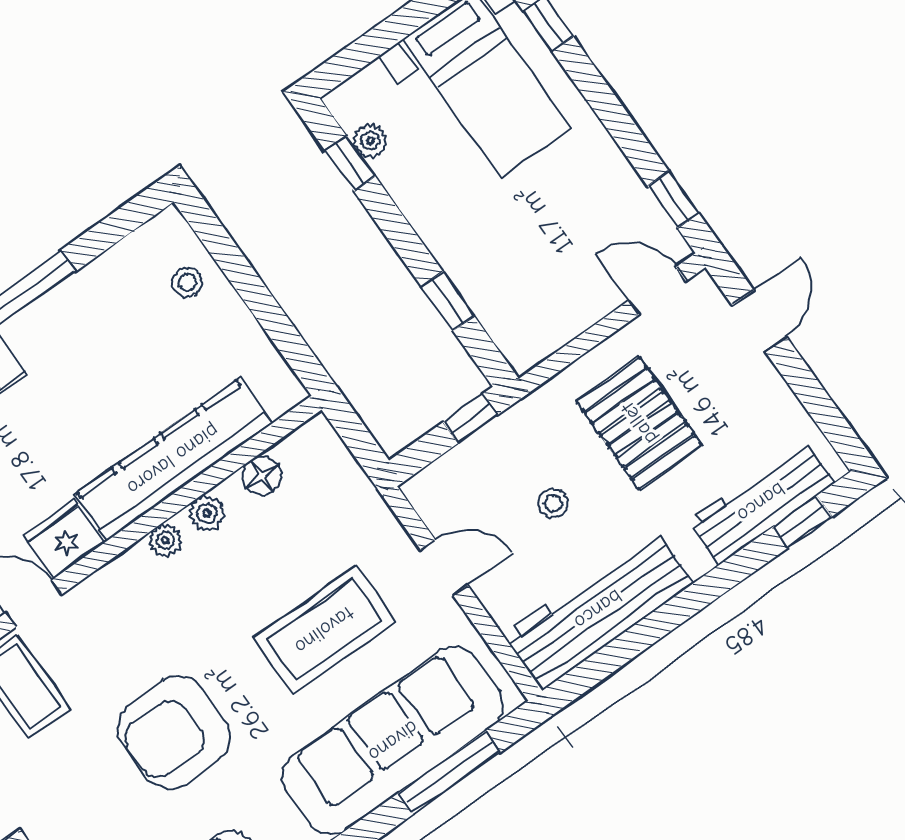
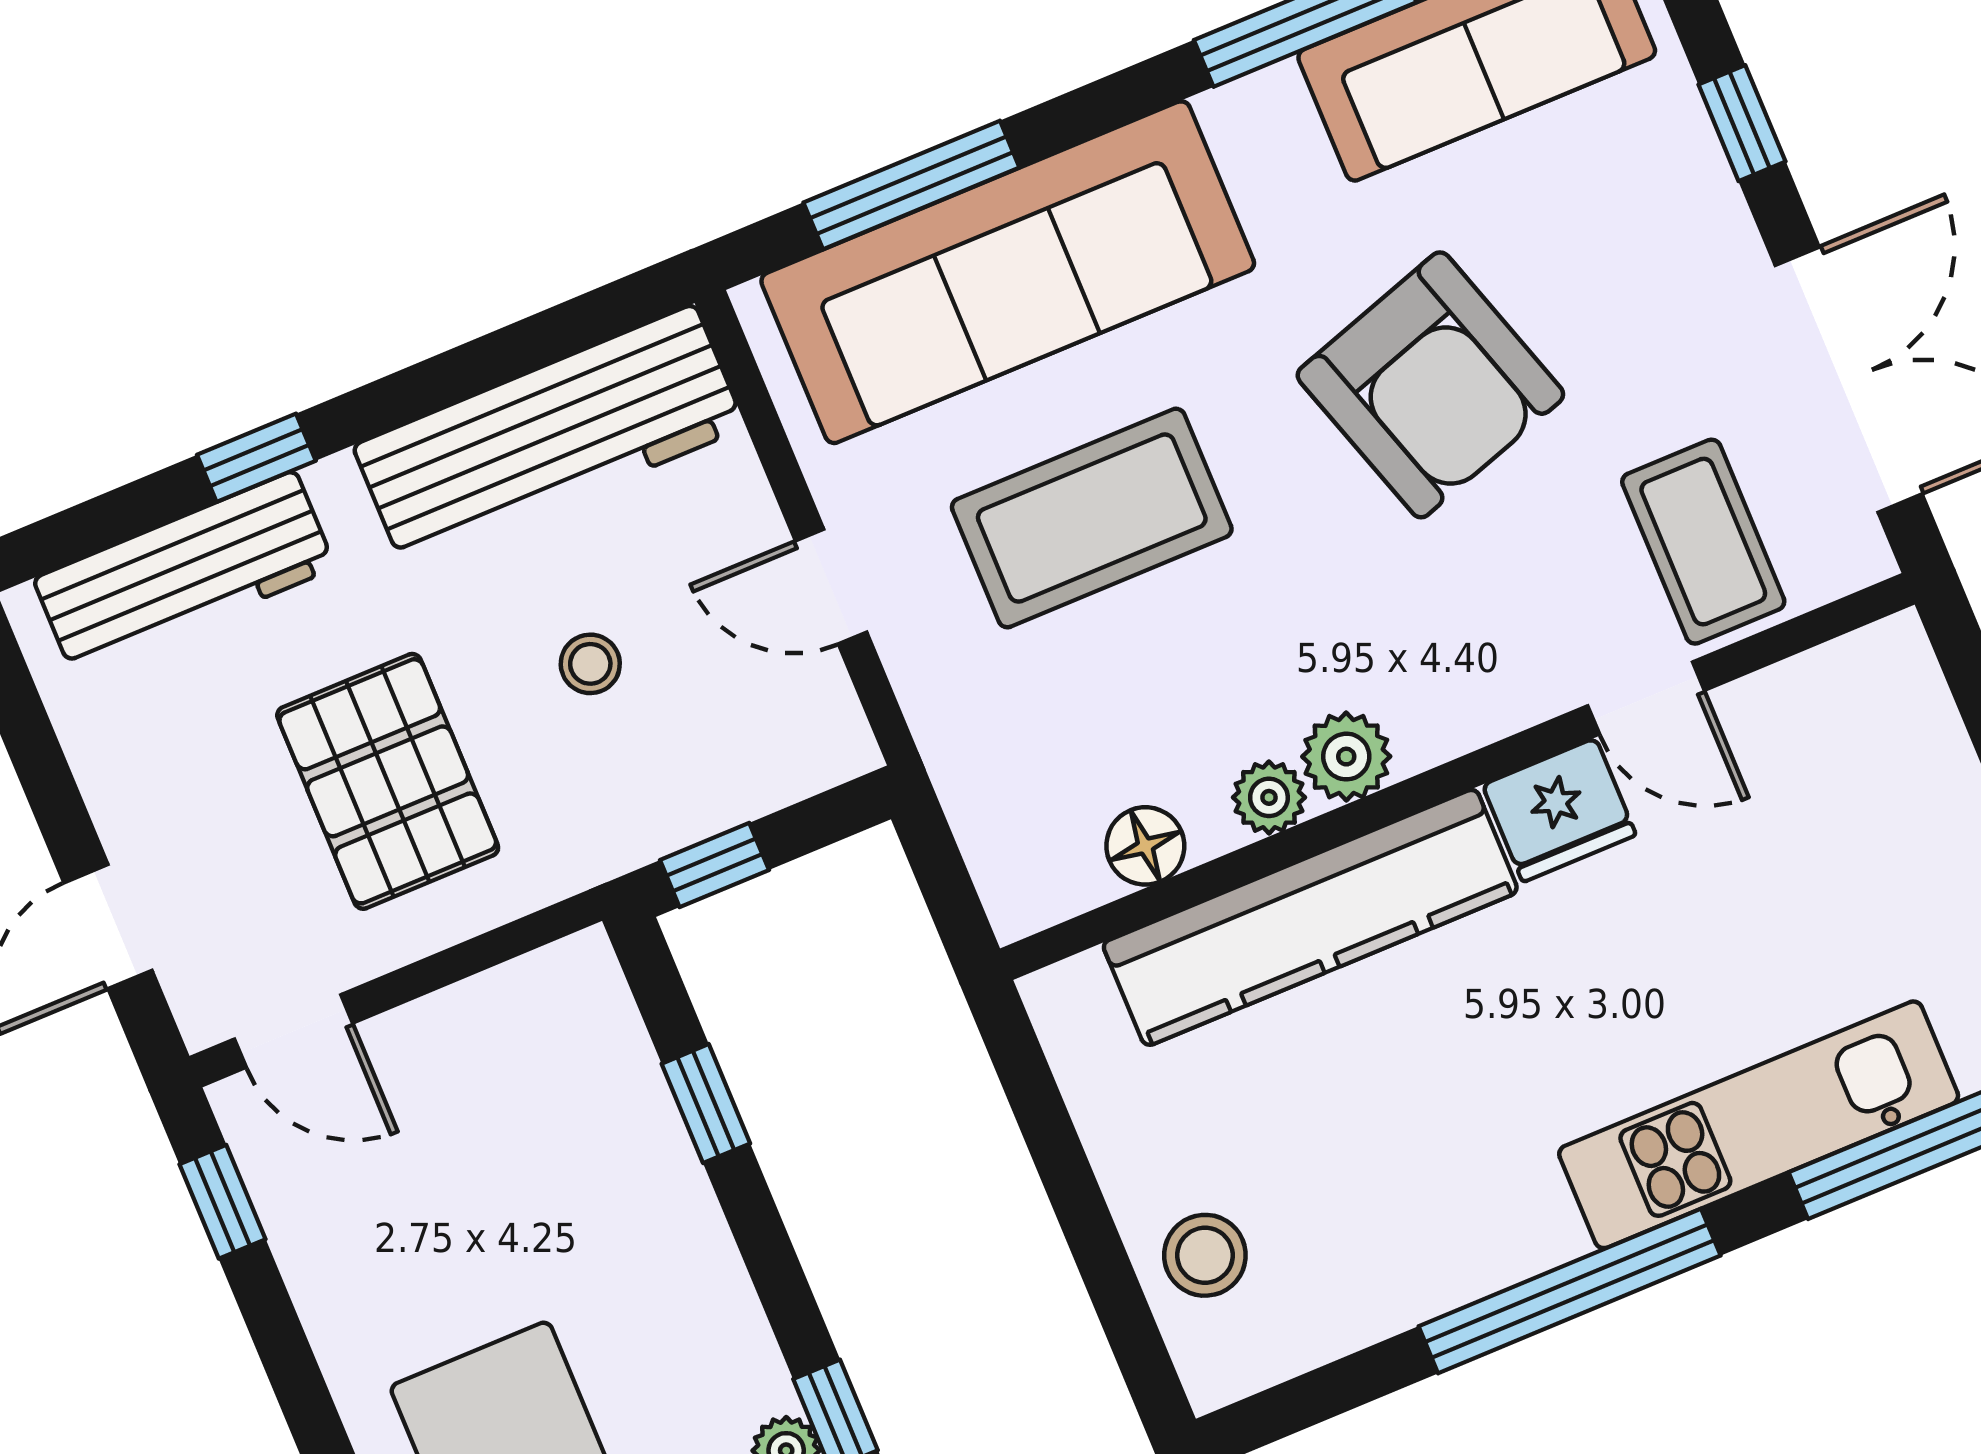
stool: (187, 282) -> (1205, 1255), width x1.37, depth x1.37
window: (802, 522) -> (256, 458), moved
plant: (165, 540) -> (1346, 757), width x1.38, depth x1.38
armchair: (174, 733) -> (1430, 385), turned 72

